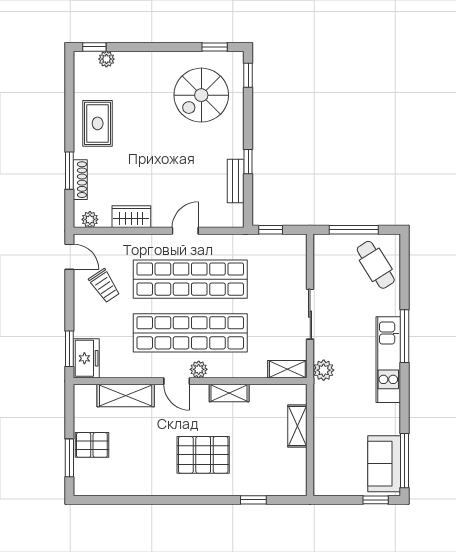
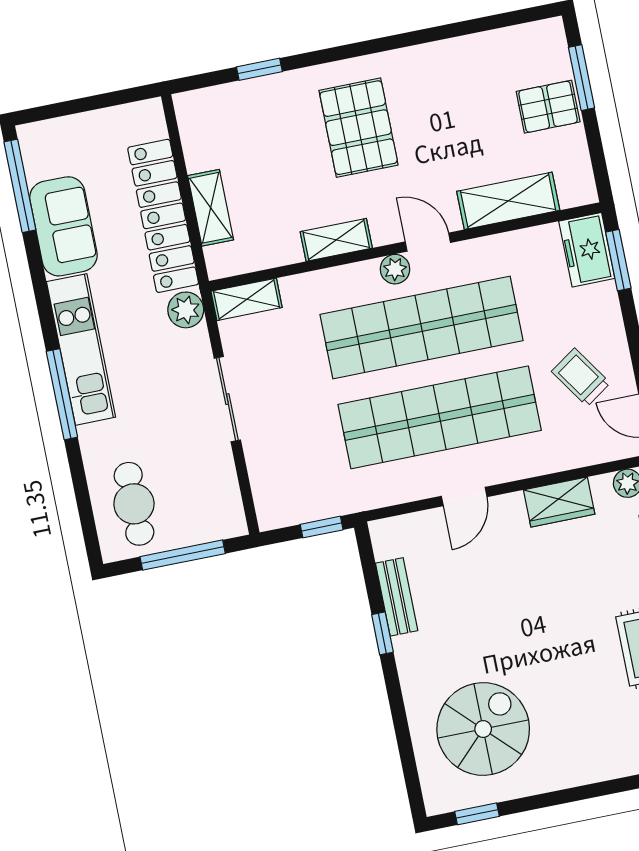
window: (248, 75) -> (412, 778), removed
cafe table: (376, 265) -> (134, 504), turned 32
locker: (326, 427) -> (163, 216), added
pallet: (203, 455) -> (359, 128), turned 90
sofa: (384, 464) -> (63, 226), moved
window: (376, 500) -> (55, 111), removed

